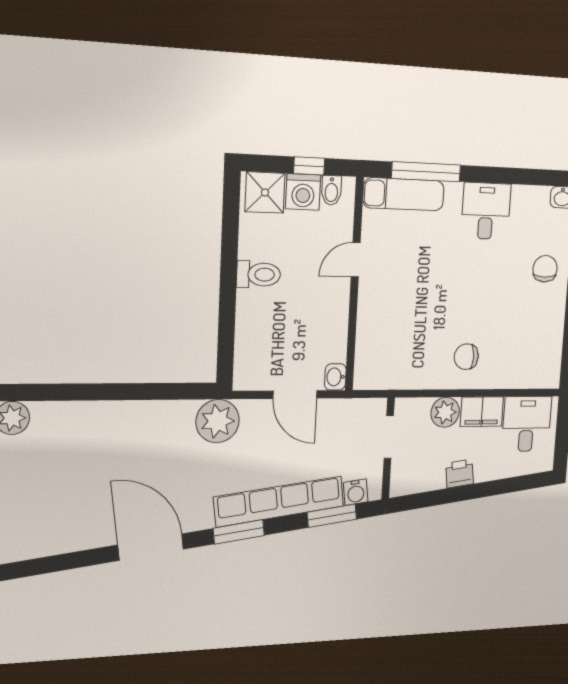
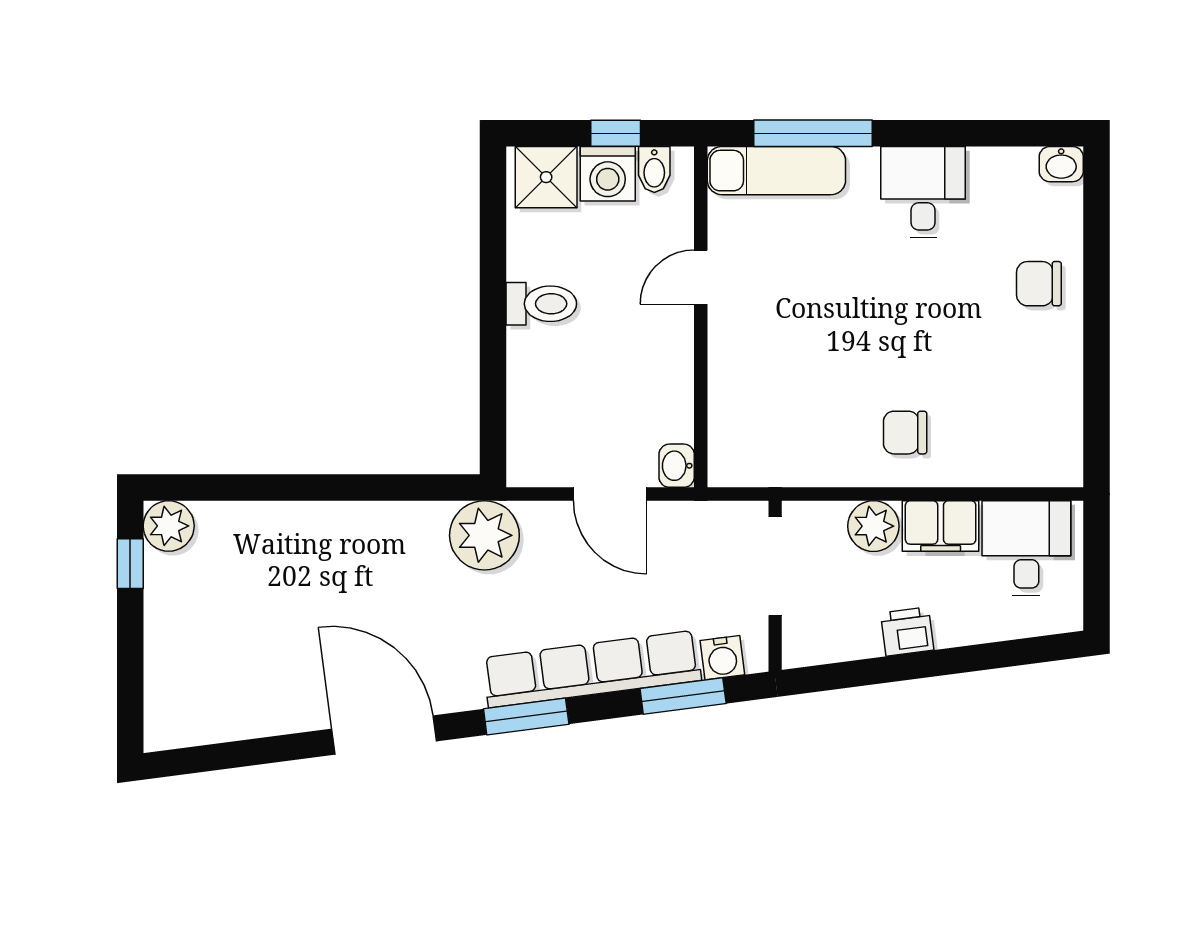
chair: (545, 269) -> (1039, 284), turned -90
doorway: (389, 437) -> (775, 566), width x1.38

